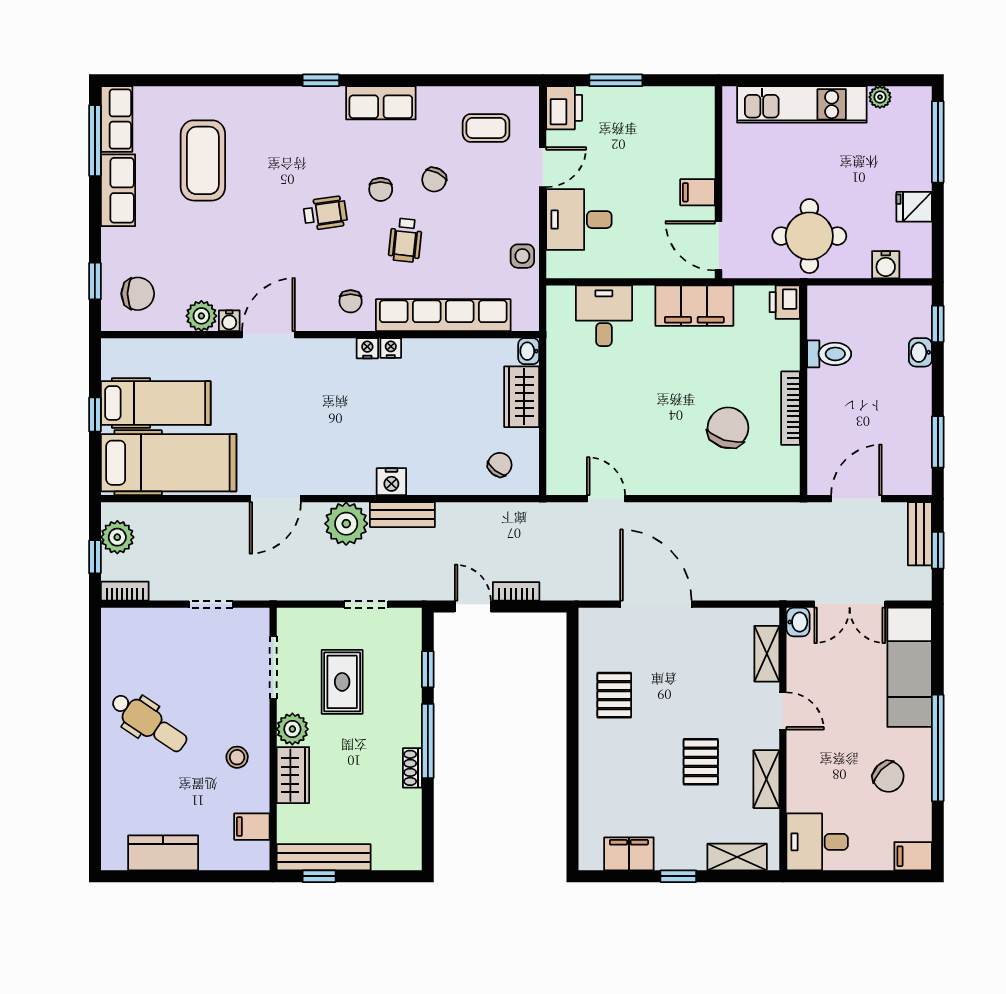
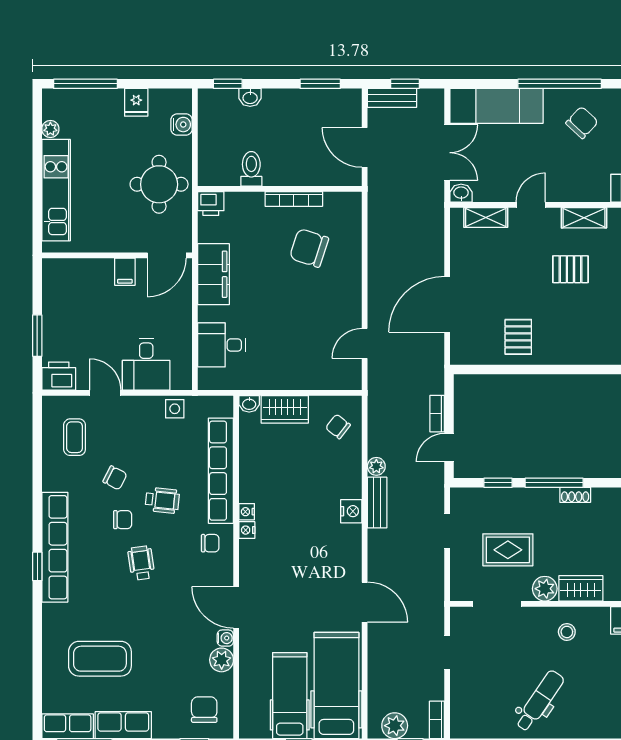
row of seats: (381, 103) -> (55, 547), width x2.02
plant: (346, 524) -> (376, 466), moved, width x0.53, depth x0.53
pallet: (614, 695) -> (518, 337), turned 90

